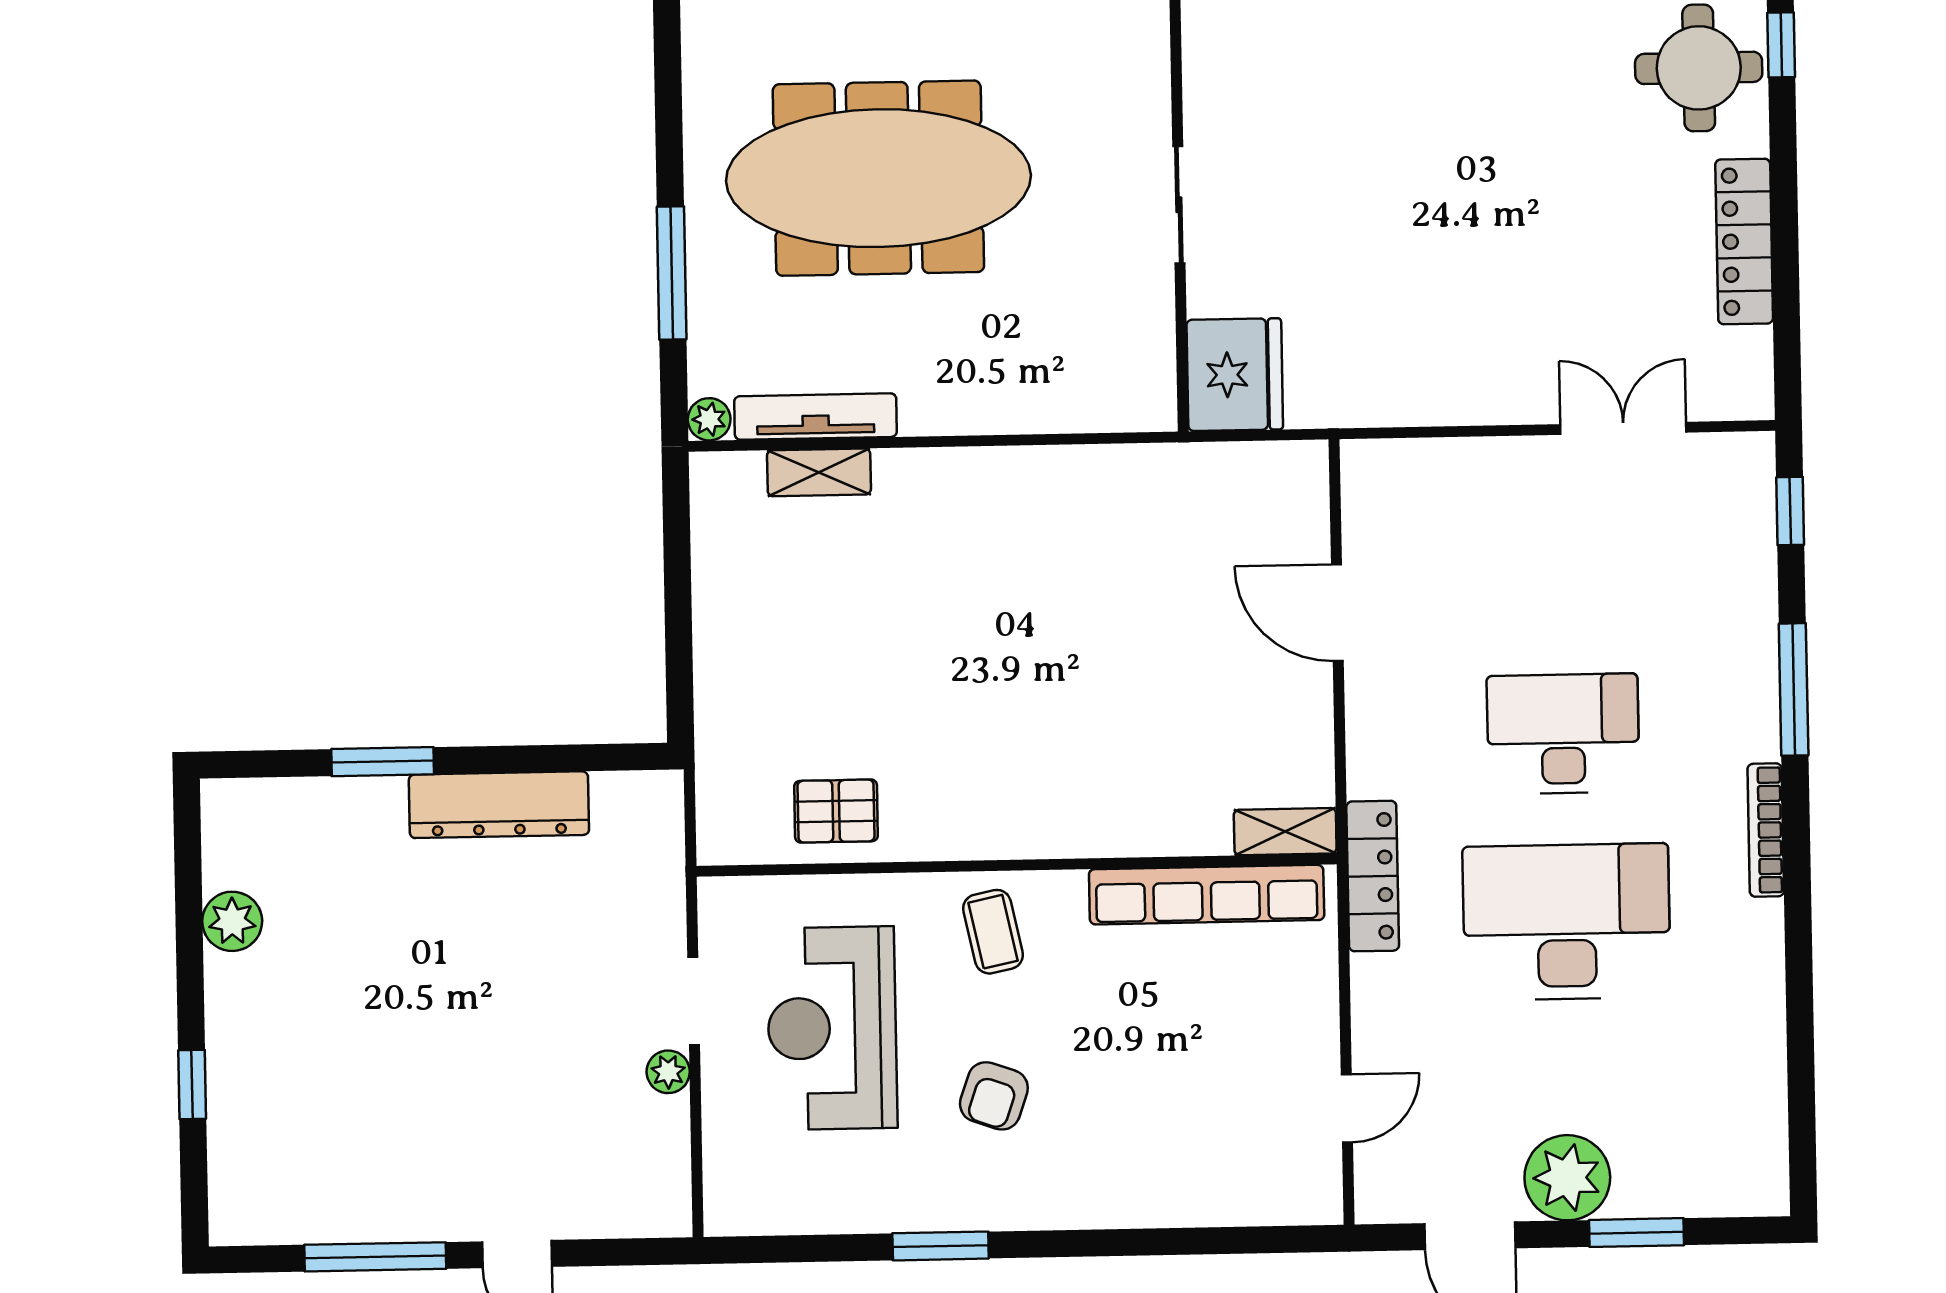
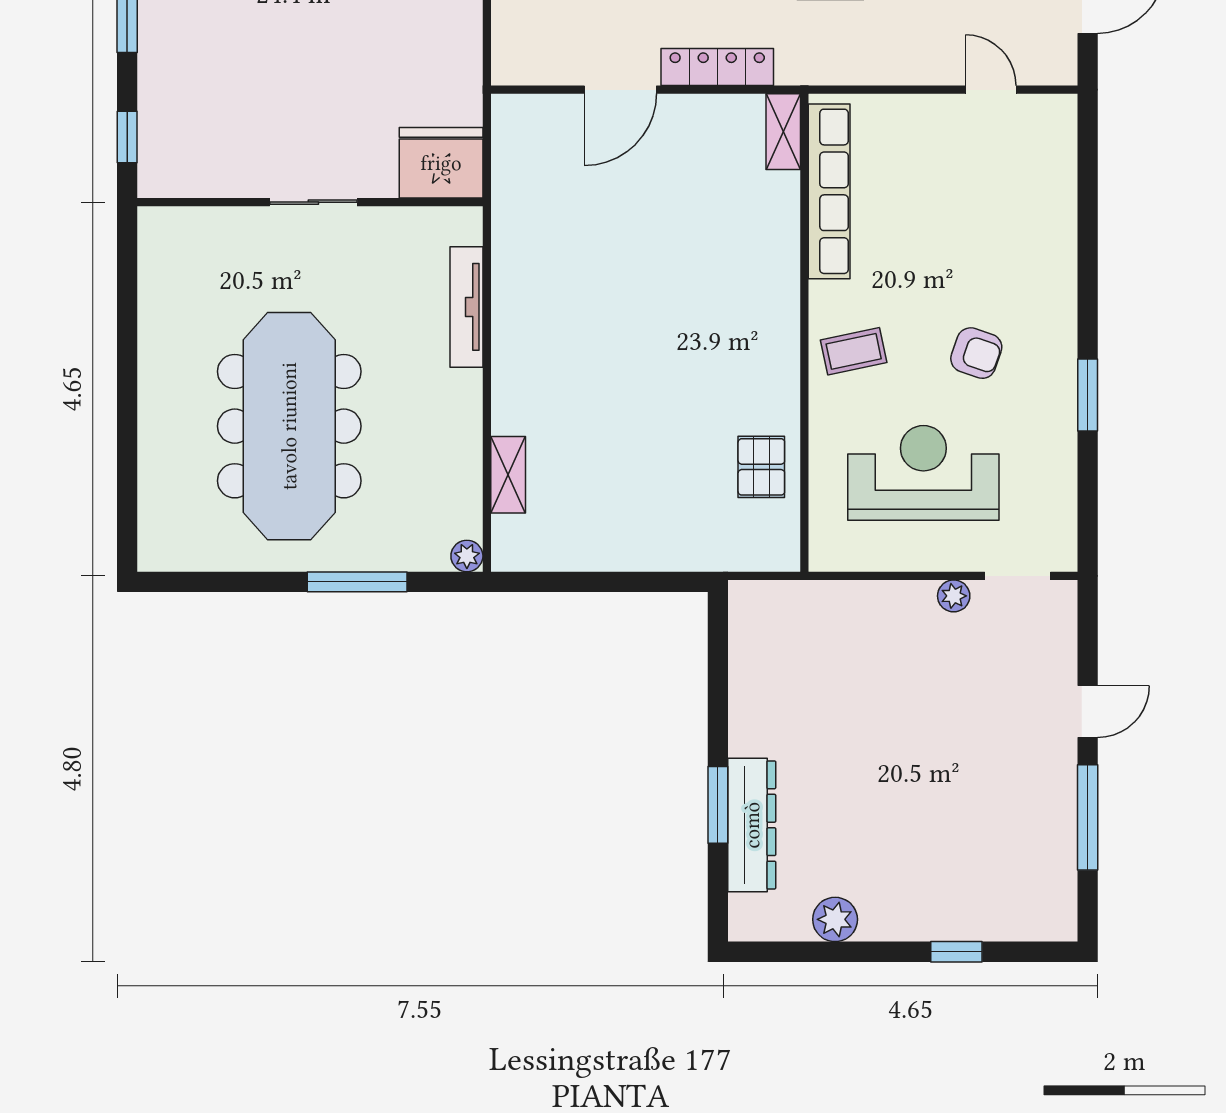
tv unit: (816, 417) -> (466, 307), moved
dresser: (499, 805) -> (752, 825), moved
locker: (1373, 876) -> (717, 67), moved
doorway: (694, 1001) -> (1018, 576), moved
reception desk: (832, 1028) -> (923, 473), turned 180

